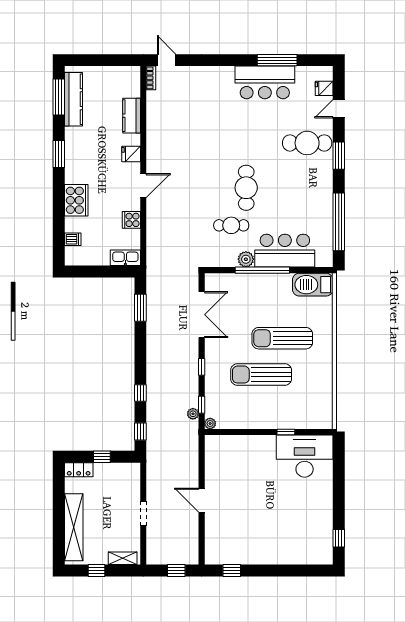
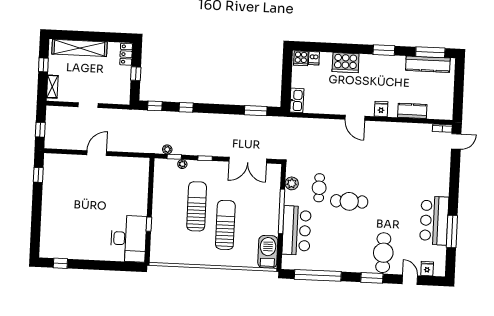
cooker: (131, 220) -> (301, 58), moved, turned 180
plant: (246, 259) -> (292, 183), moved
plant: (210, 423) -> (182, 164), moved

